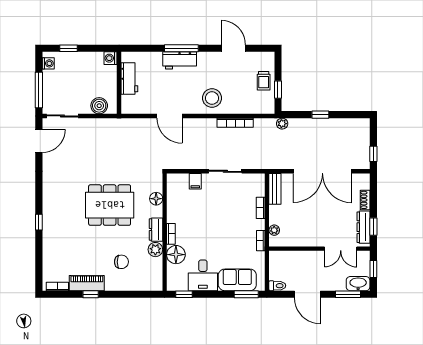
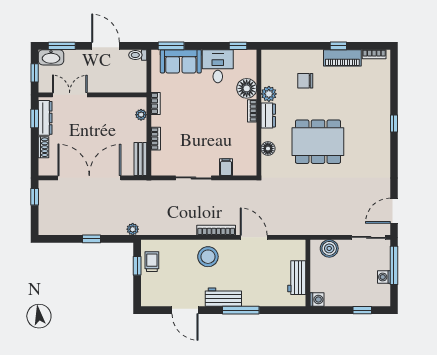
workbench: (180, 60) -> (223, 297), moved
washing machine: (48, 63) -> (384, 277), moved
trolley: (264, 81) -> (152, 262), moved
bookcase: (235, 123) -> (216, 230), moved

